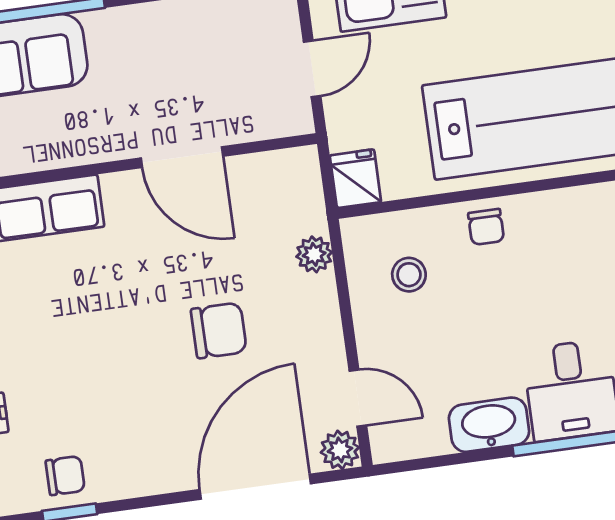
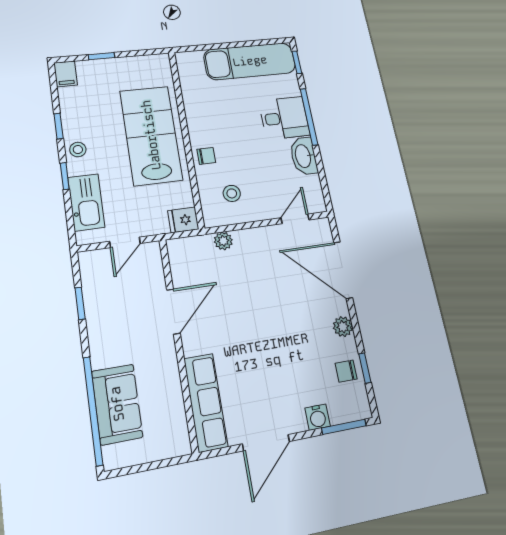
door: (312, 69) -> (125, 242), swing flipped
chair: (219, 330) -> (265, 290), removed
plant: (340, 450) -> (343, 327), moved
chair: (65, 476) -> (346, 371), turned -90

